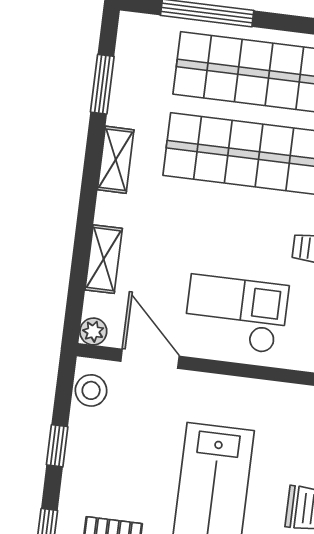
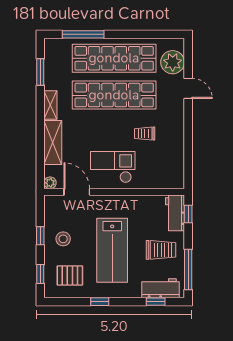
shelving: (104, 259) -> (53, 143), width x1.50, depth x1.33
stool: (91, 390) -> (63, 239), moved

